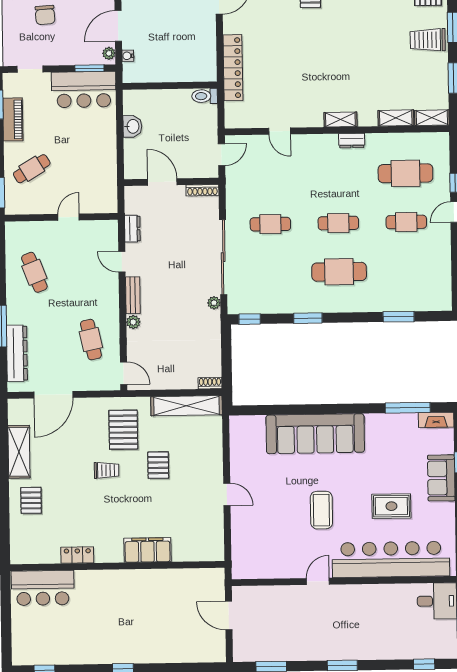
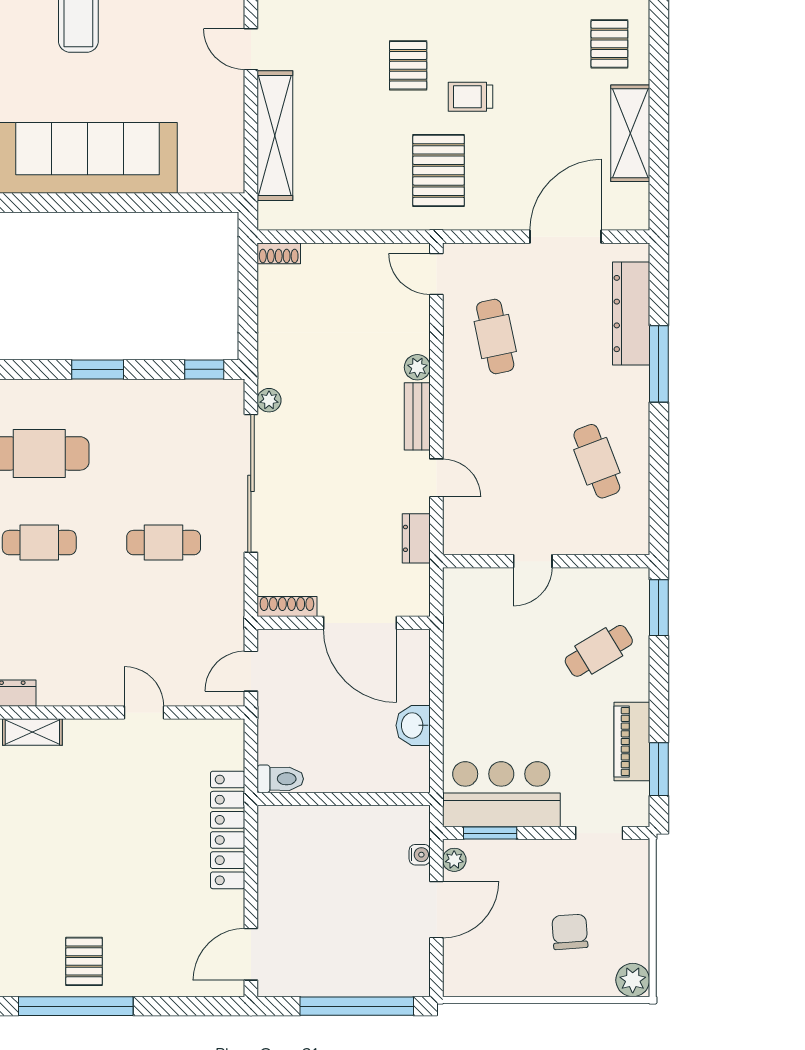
door: (162, 182) -> (360, 623), width x1.36
shelving: (187, 406) -> (275, 136), moved, turned 90
pallet: (158, 465) -> (408, 65), moved

